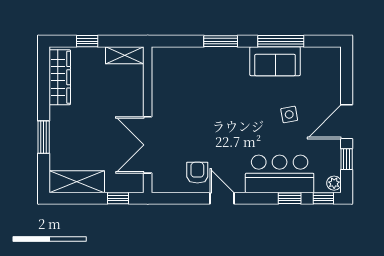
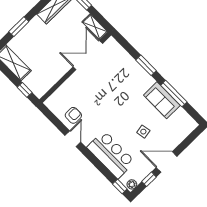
double door: (148, 145) -> (88, 55), moved
window: (290, 198) -> (104, 171), removed

